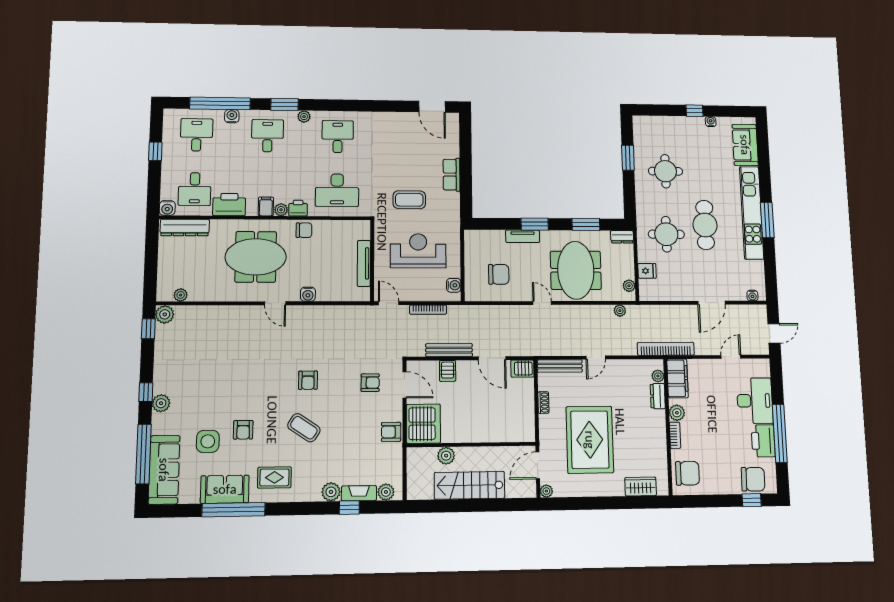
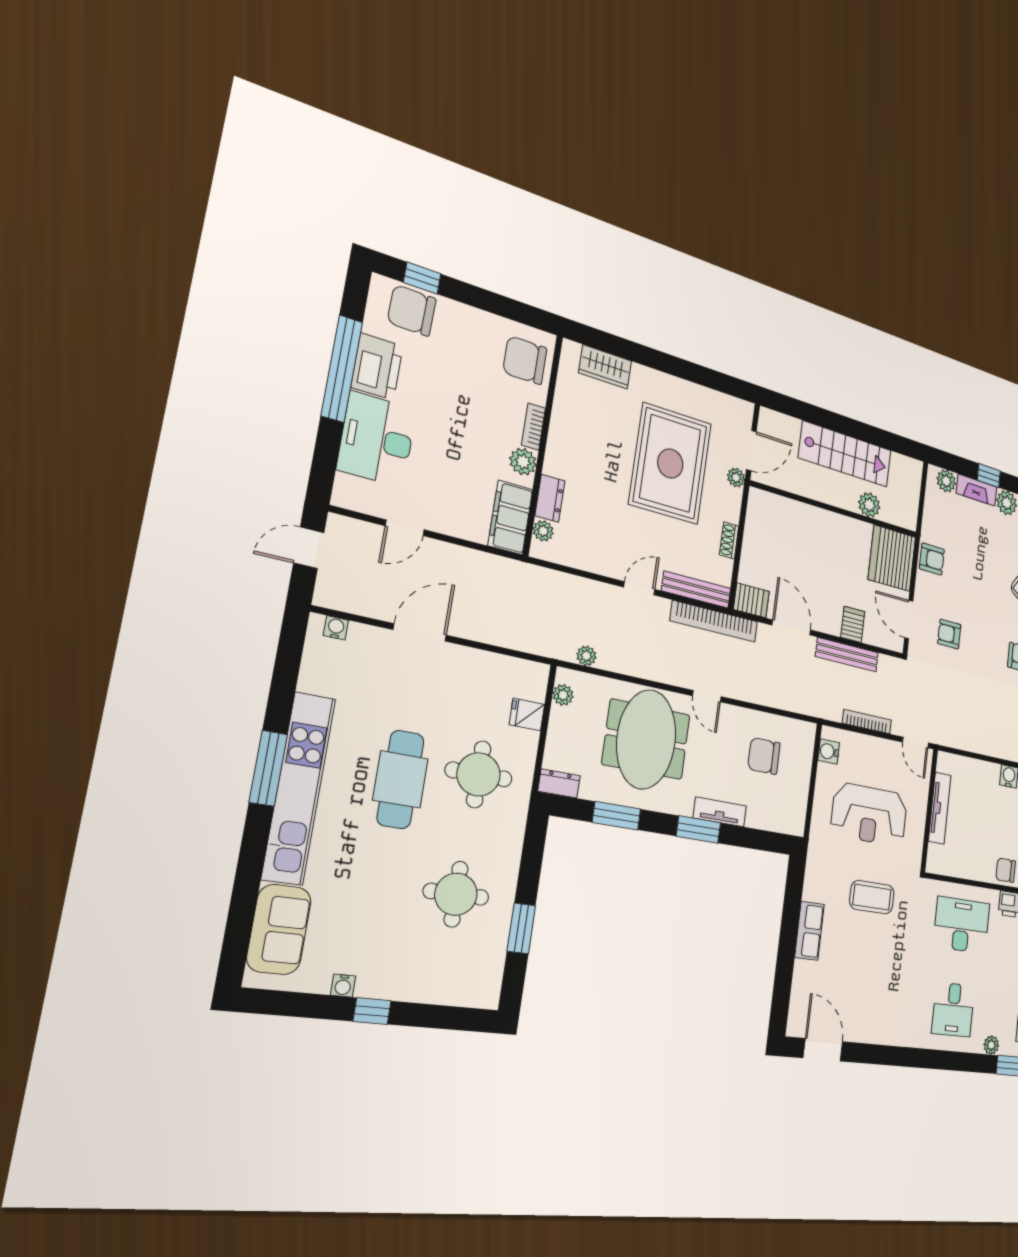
bookcase: (666, 349) -> (714, 621), moved
plant: (546, 491) -> (736, 478), moved

